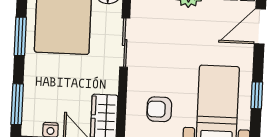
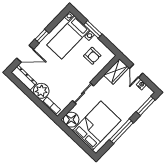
window: (20, 36) -> (121, 131), width x1.44
window: (257, 95) -> (42, 36), moved

